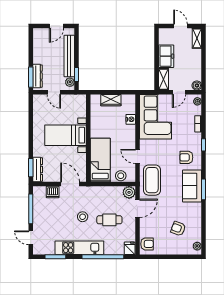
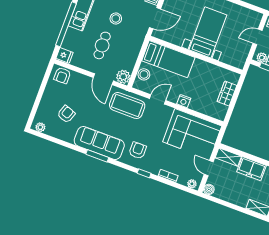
nightstand: (131, 119) -> (184, 101), moved
sofa: (192, 186) -> (99, 143), width x1.36

